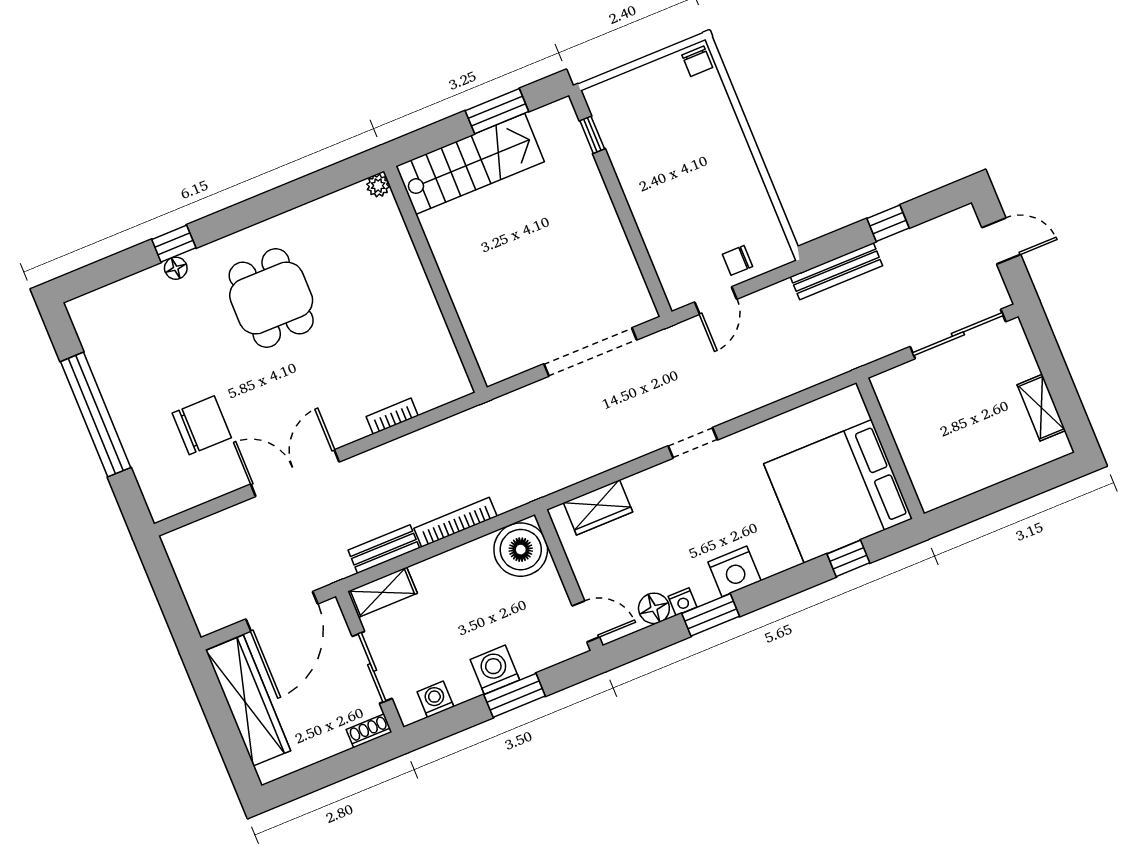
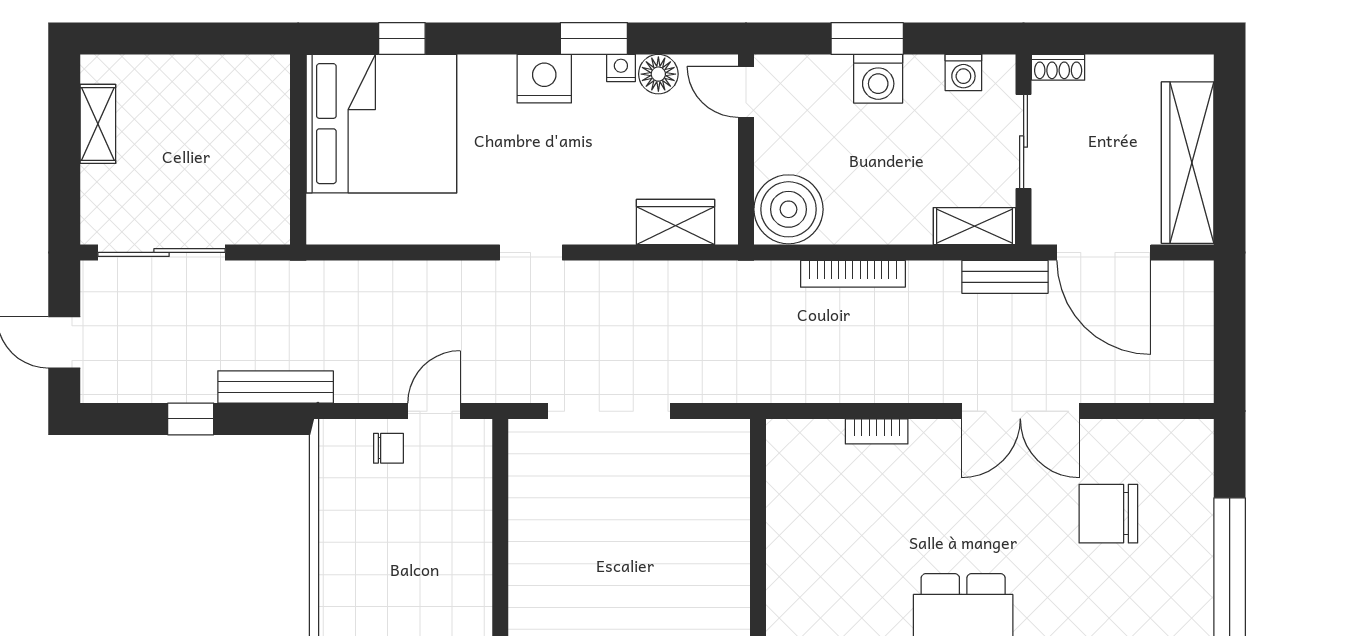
bench: (384, 549) -> (1005, 277), moved
door: (282, 611) -> (1104, 252), swing flipped

